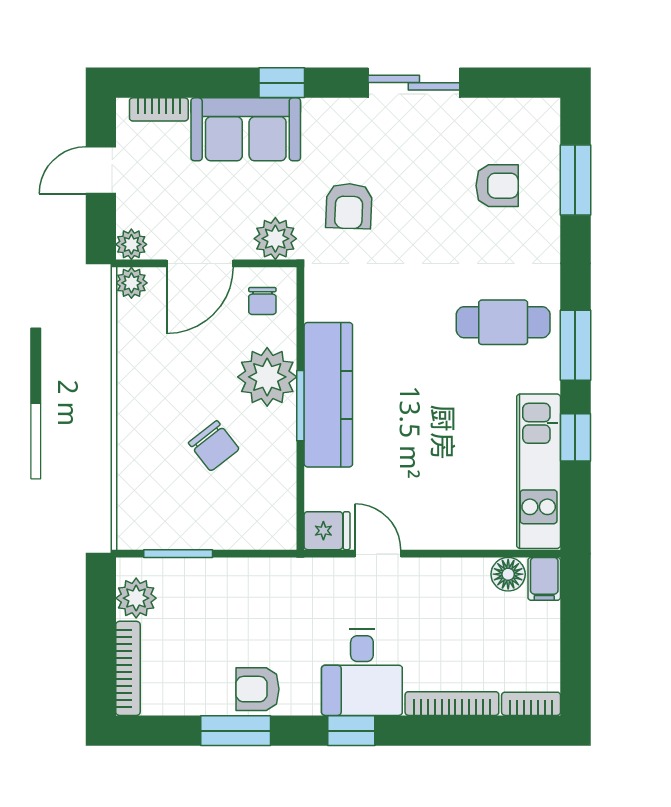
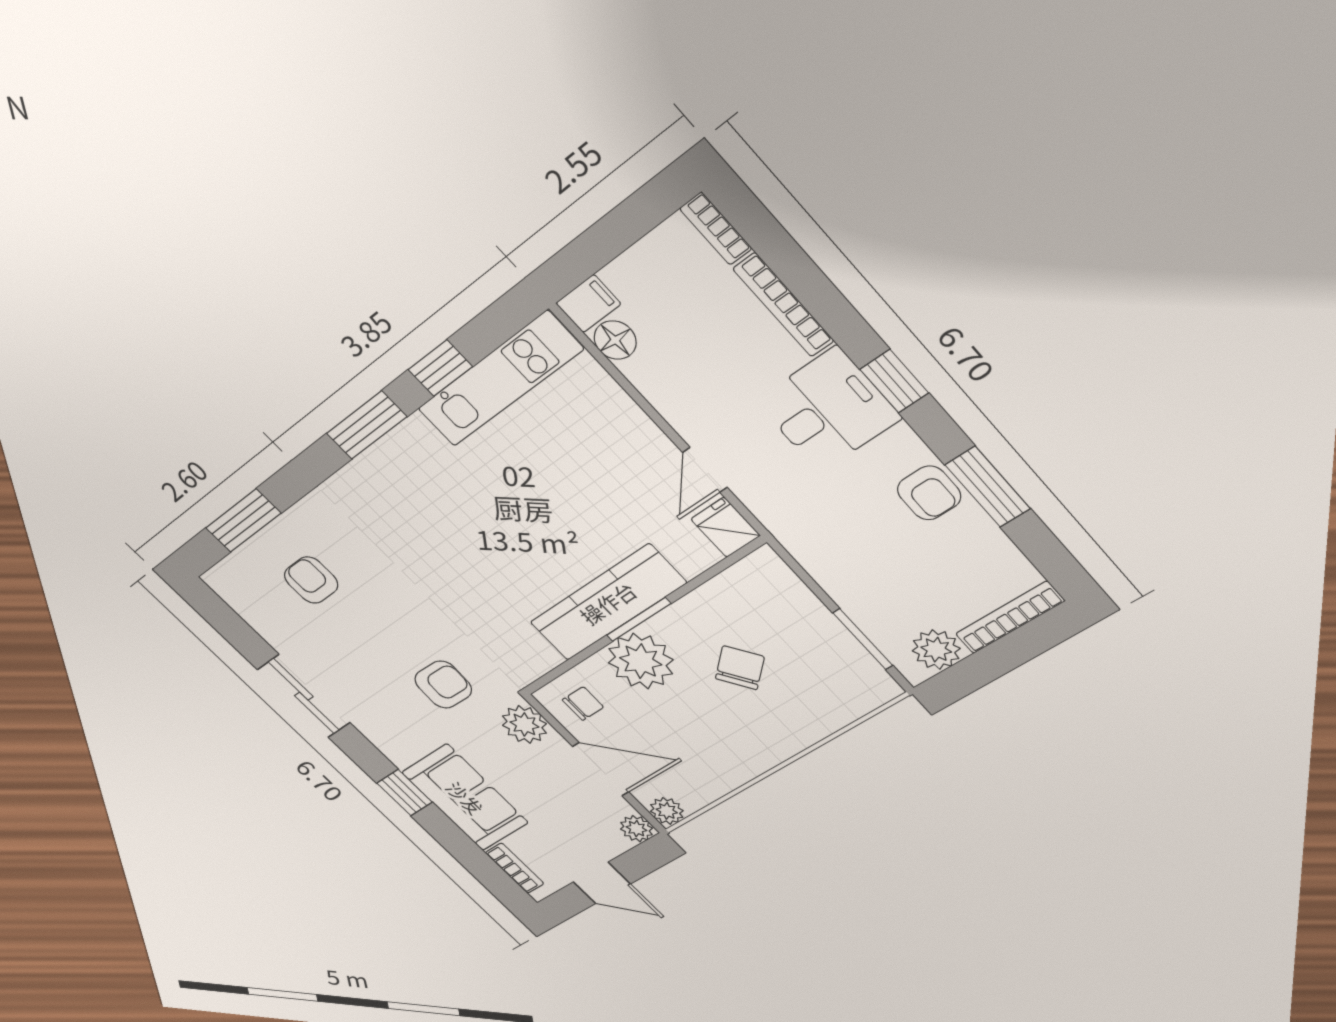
cafe table: (503, 322) -> (409, 500), removed

